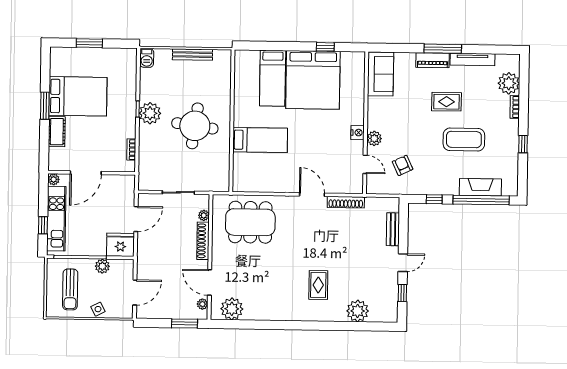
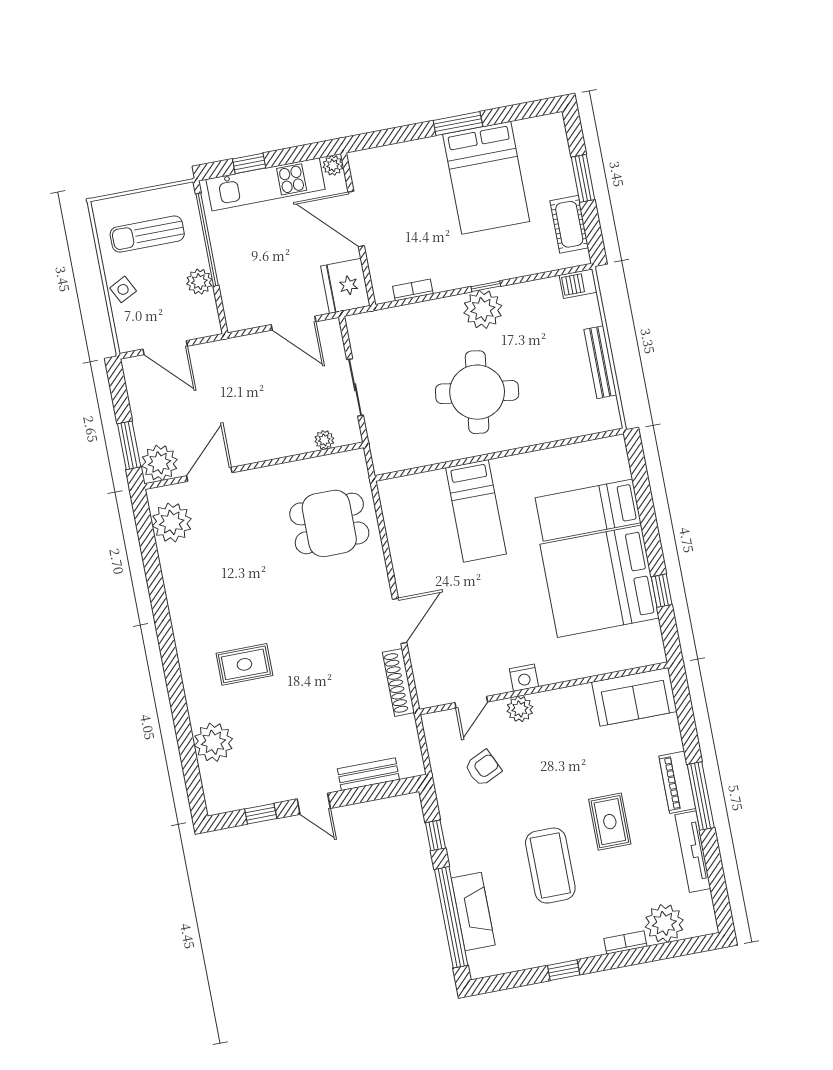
cot: (57, 132) -> (569, 224), moved, turned 90
dining table: (250, 222) -> (329, 523), width x0.73
shoe rack: (203, 241) -> (280, 448), removed
fridge: (120, 245) -> (345, 286), moved, turned 180
plant: (202, 304) -> (160, 463), width x1.88, depth x1.88

